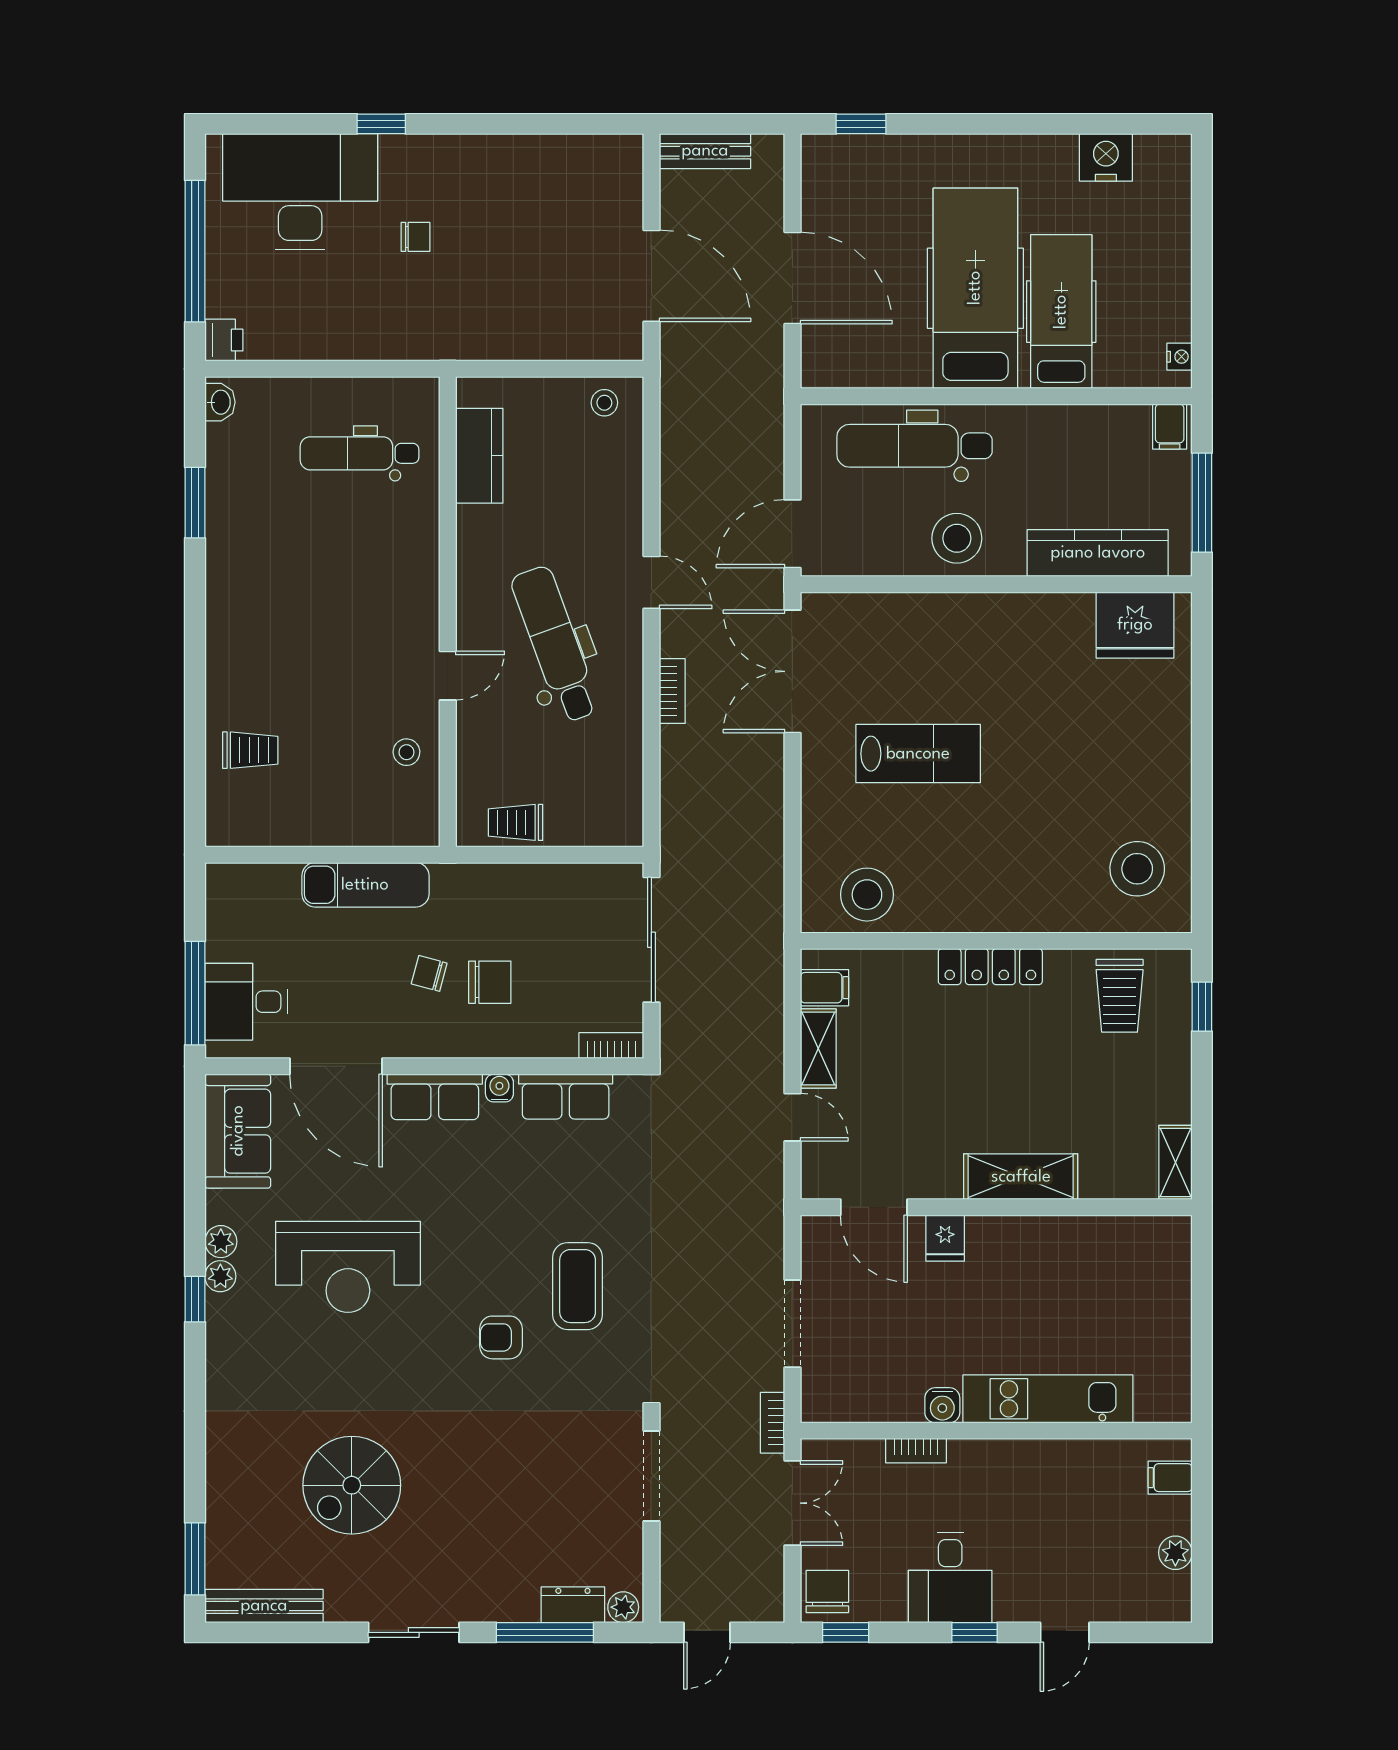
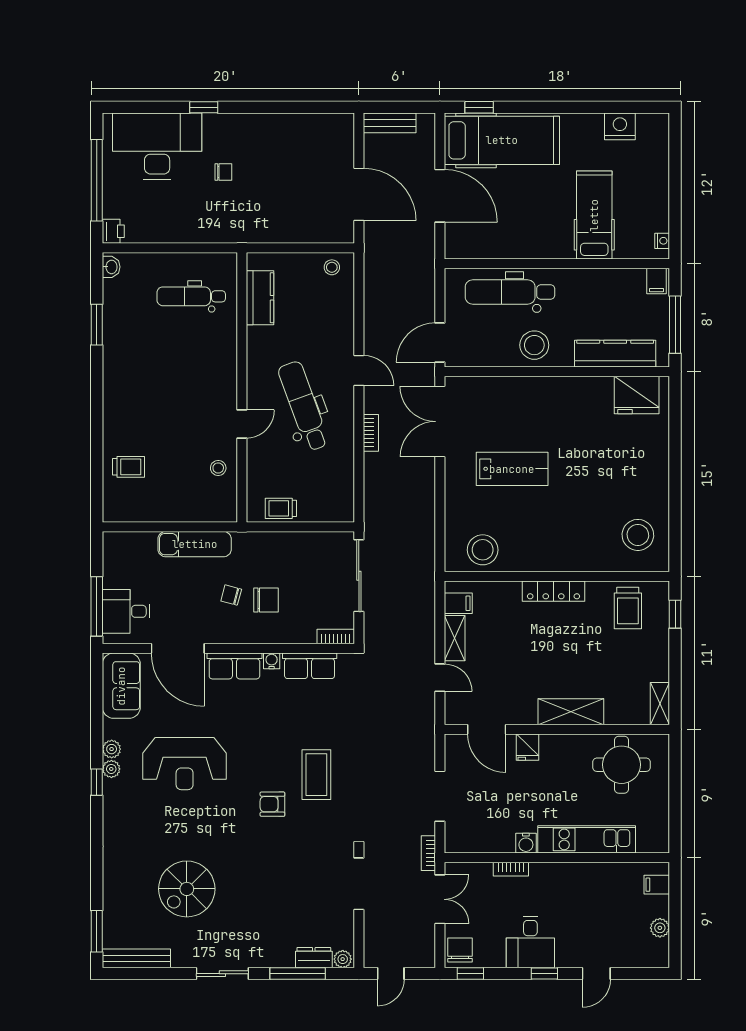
hospital bed: (975, 288) -> (502, 140), moved, turned 90
round table: (1109, 1269) -> (622, 765), added

